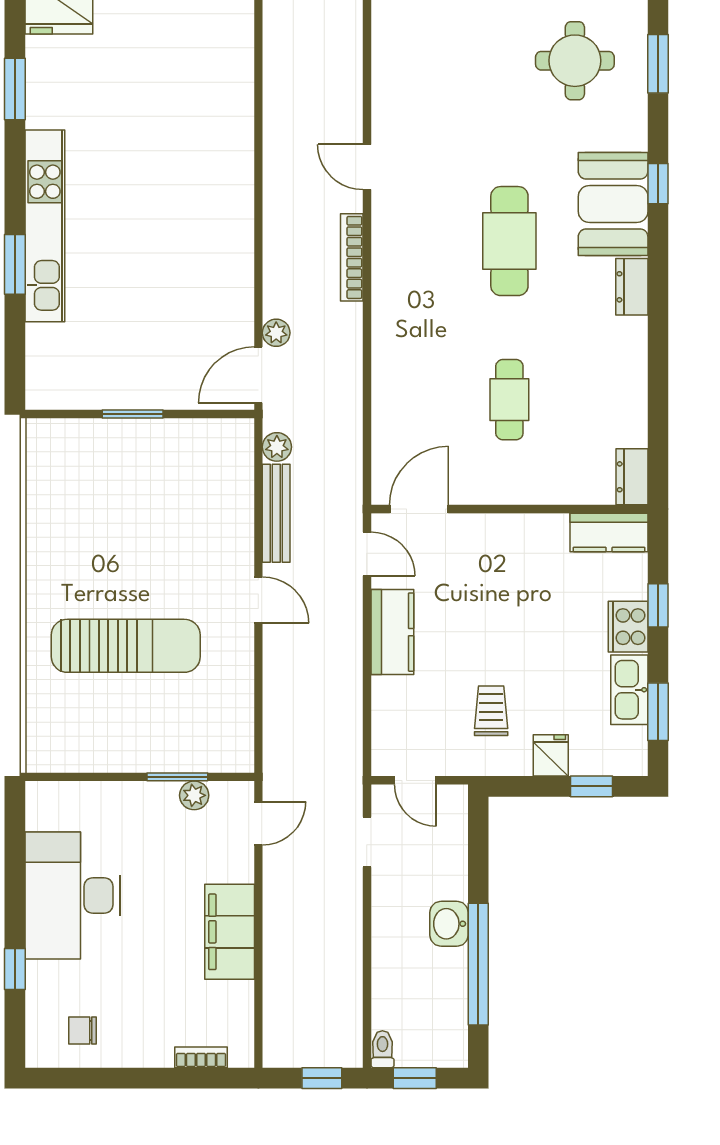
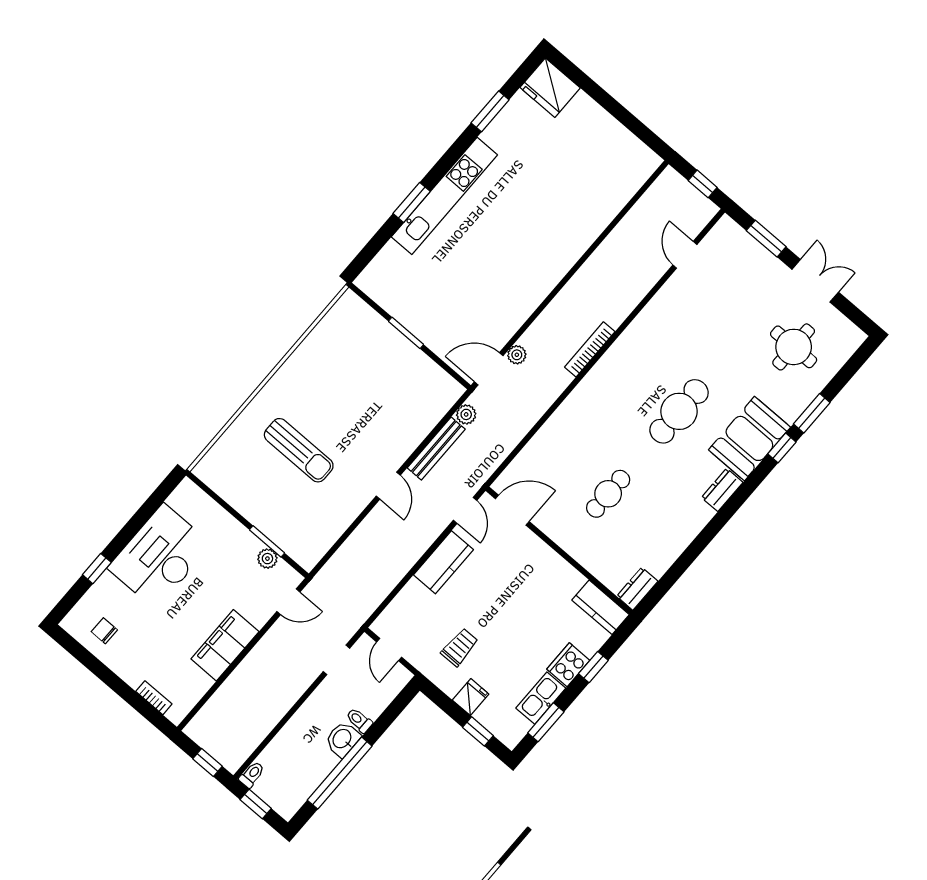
window: (658, 64) -> (812, 413), moved
door: (367, 167) -> (685, 255), moved
sun lounger: (126, 646) -> (299, 450), width x0.73, depth x0.75
toilet: (450, 887) -> (359, 720), added

